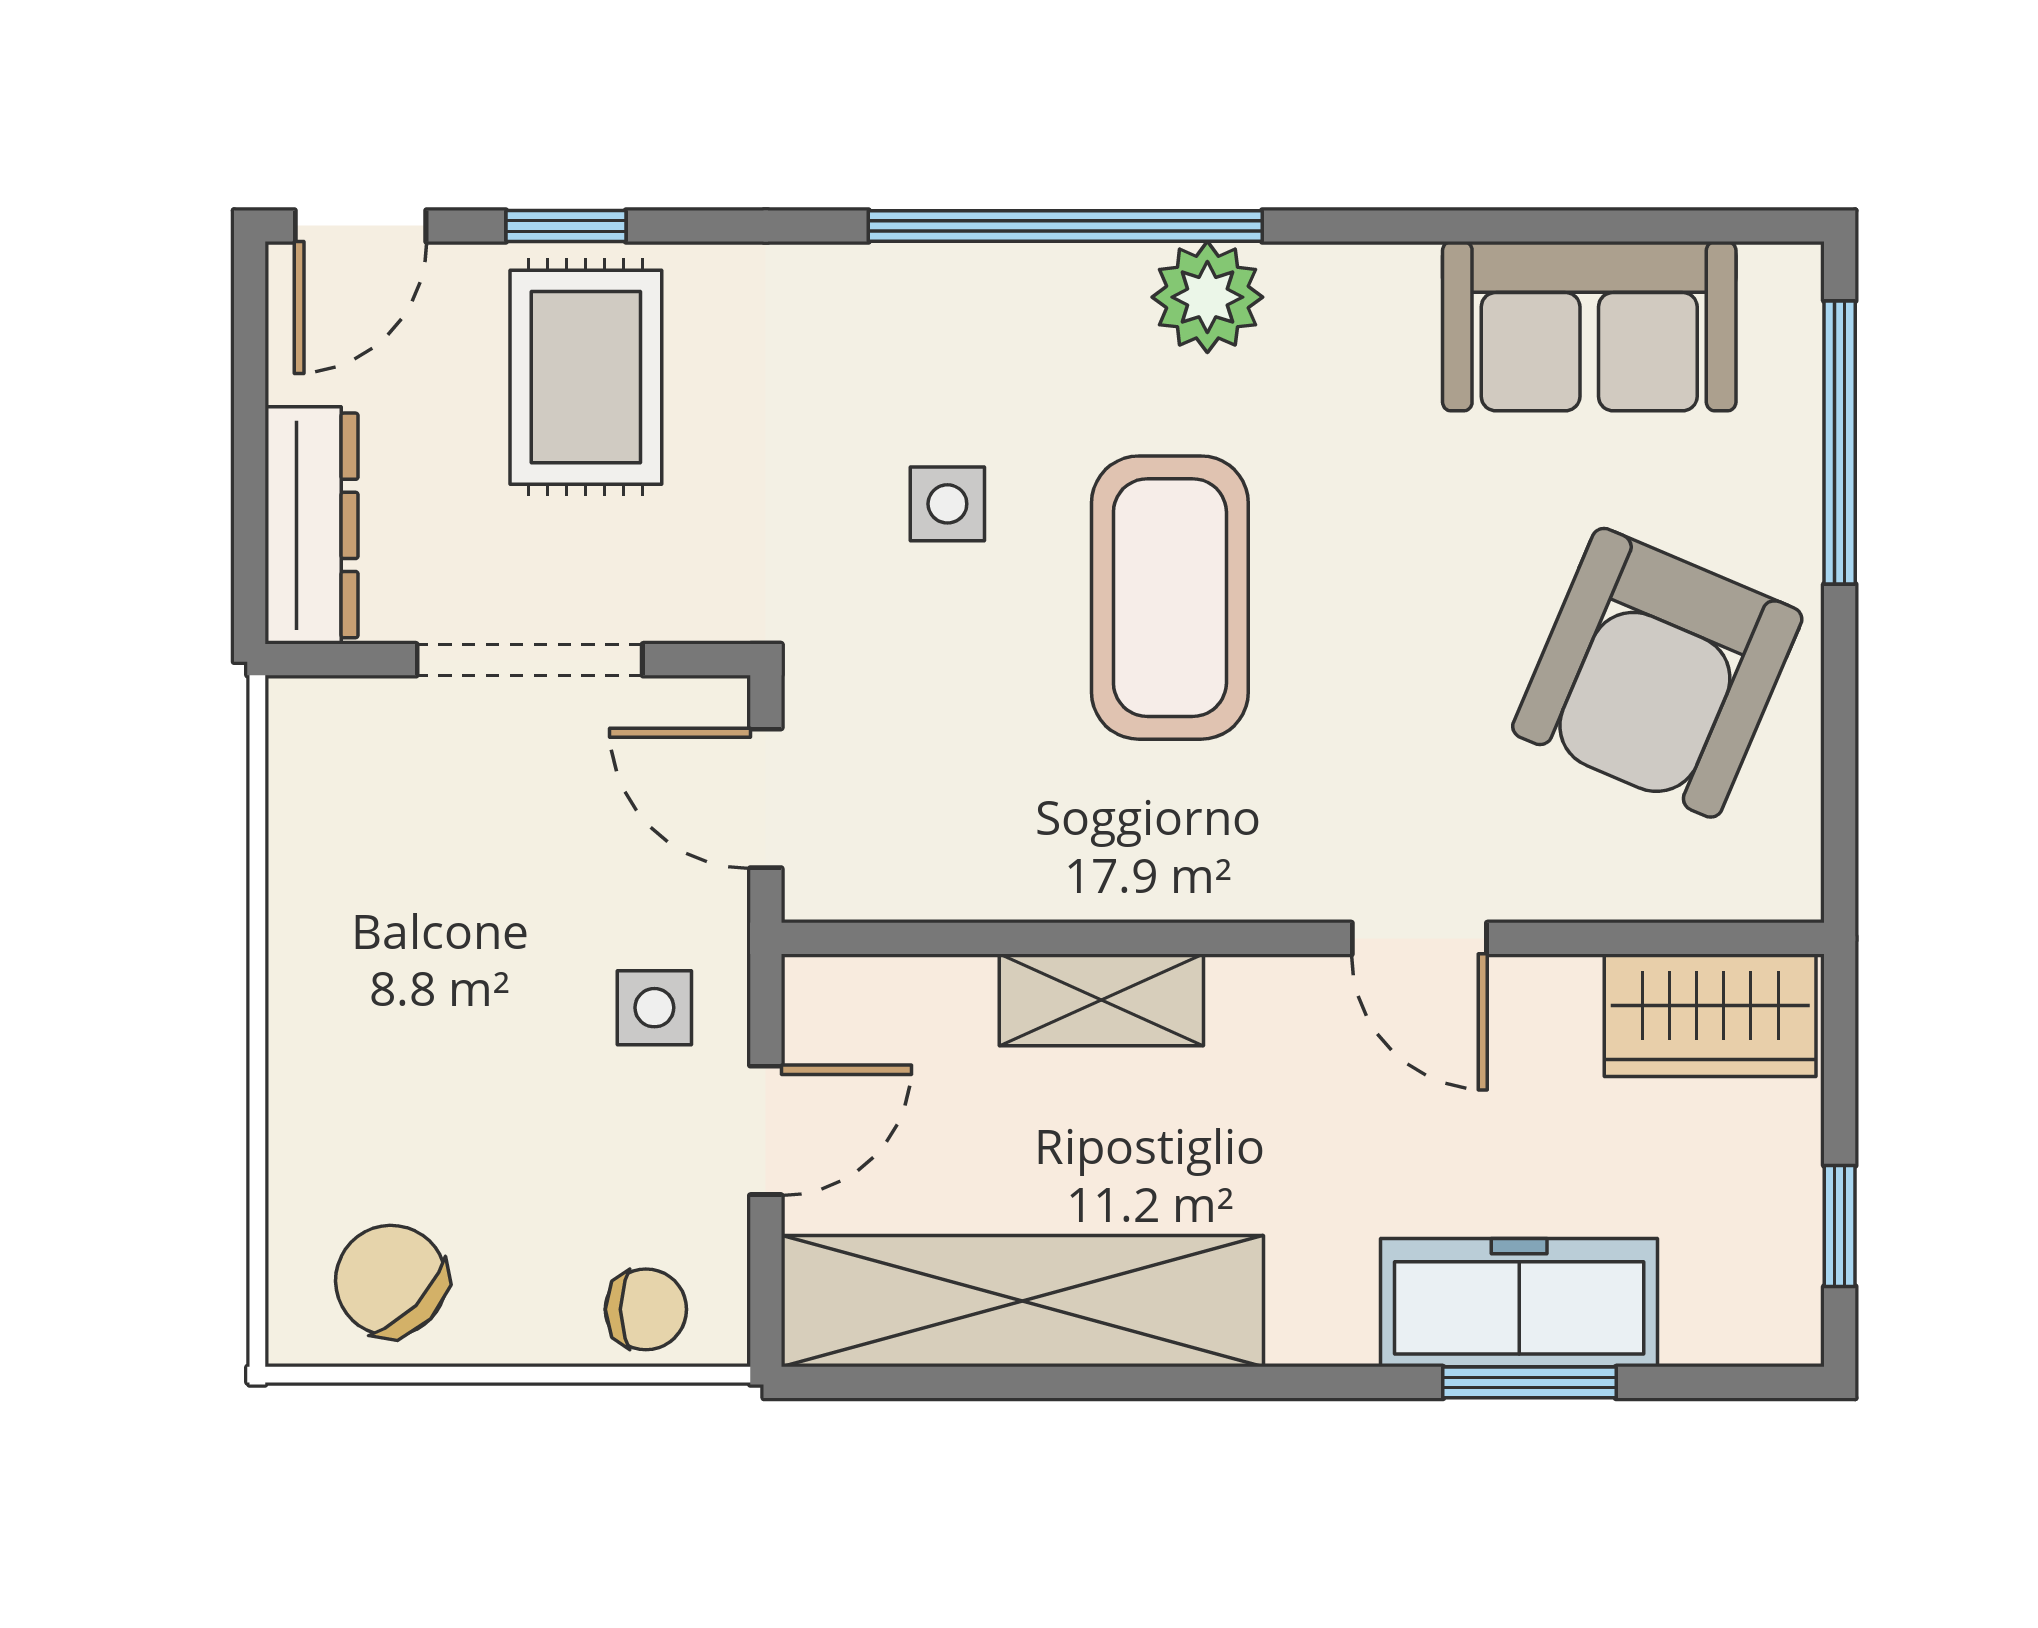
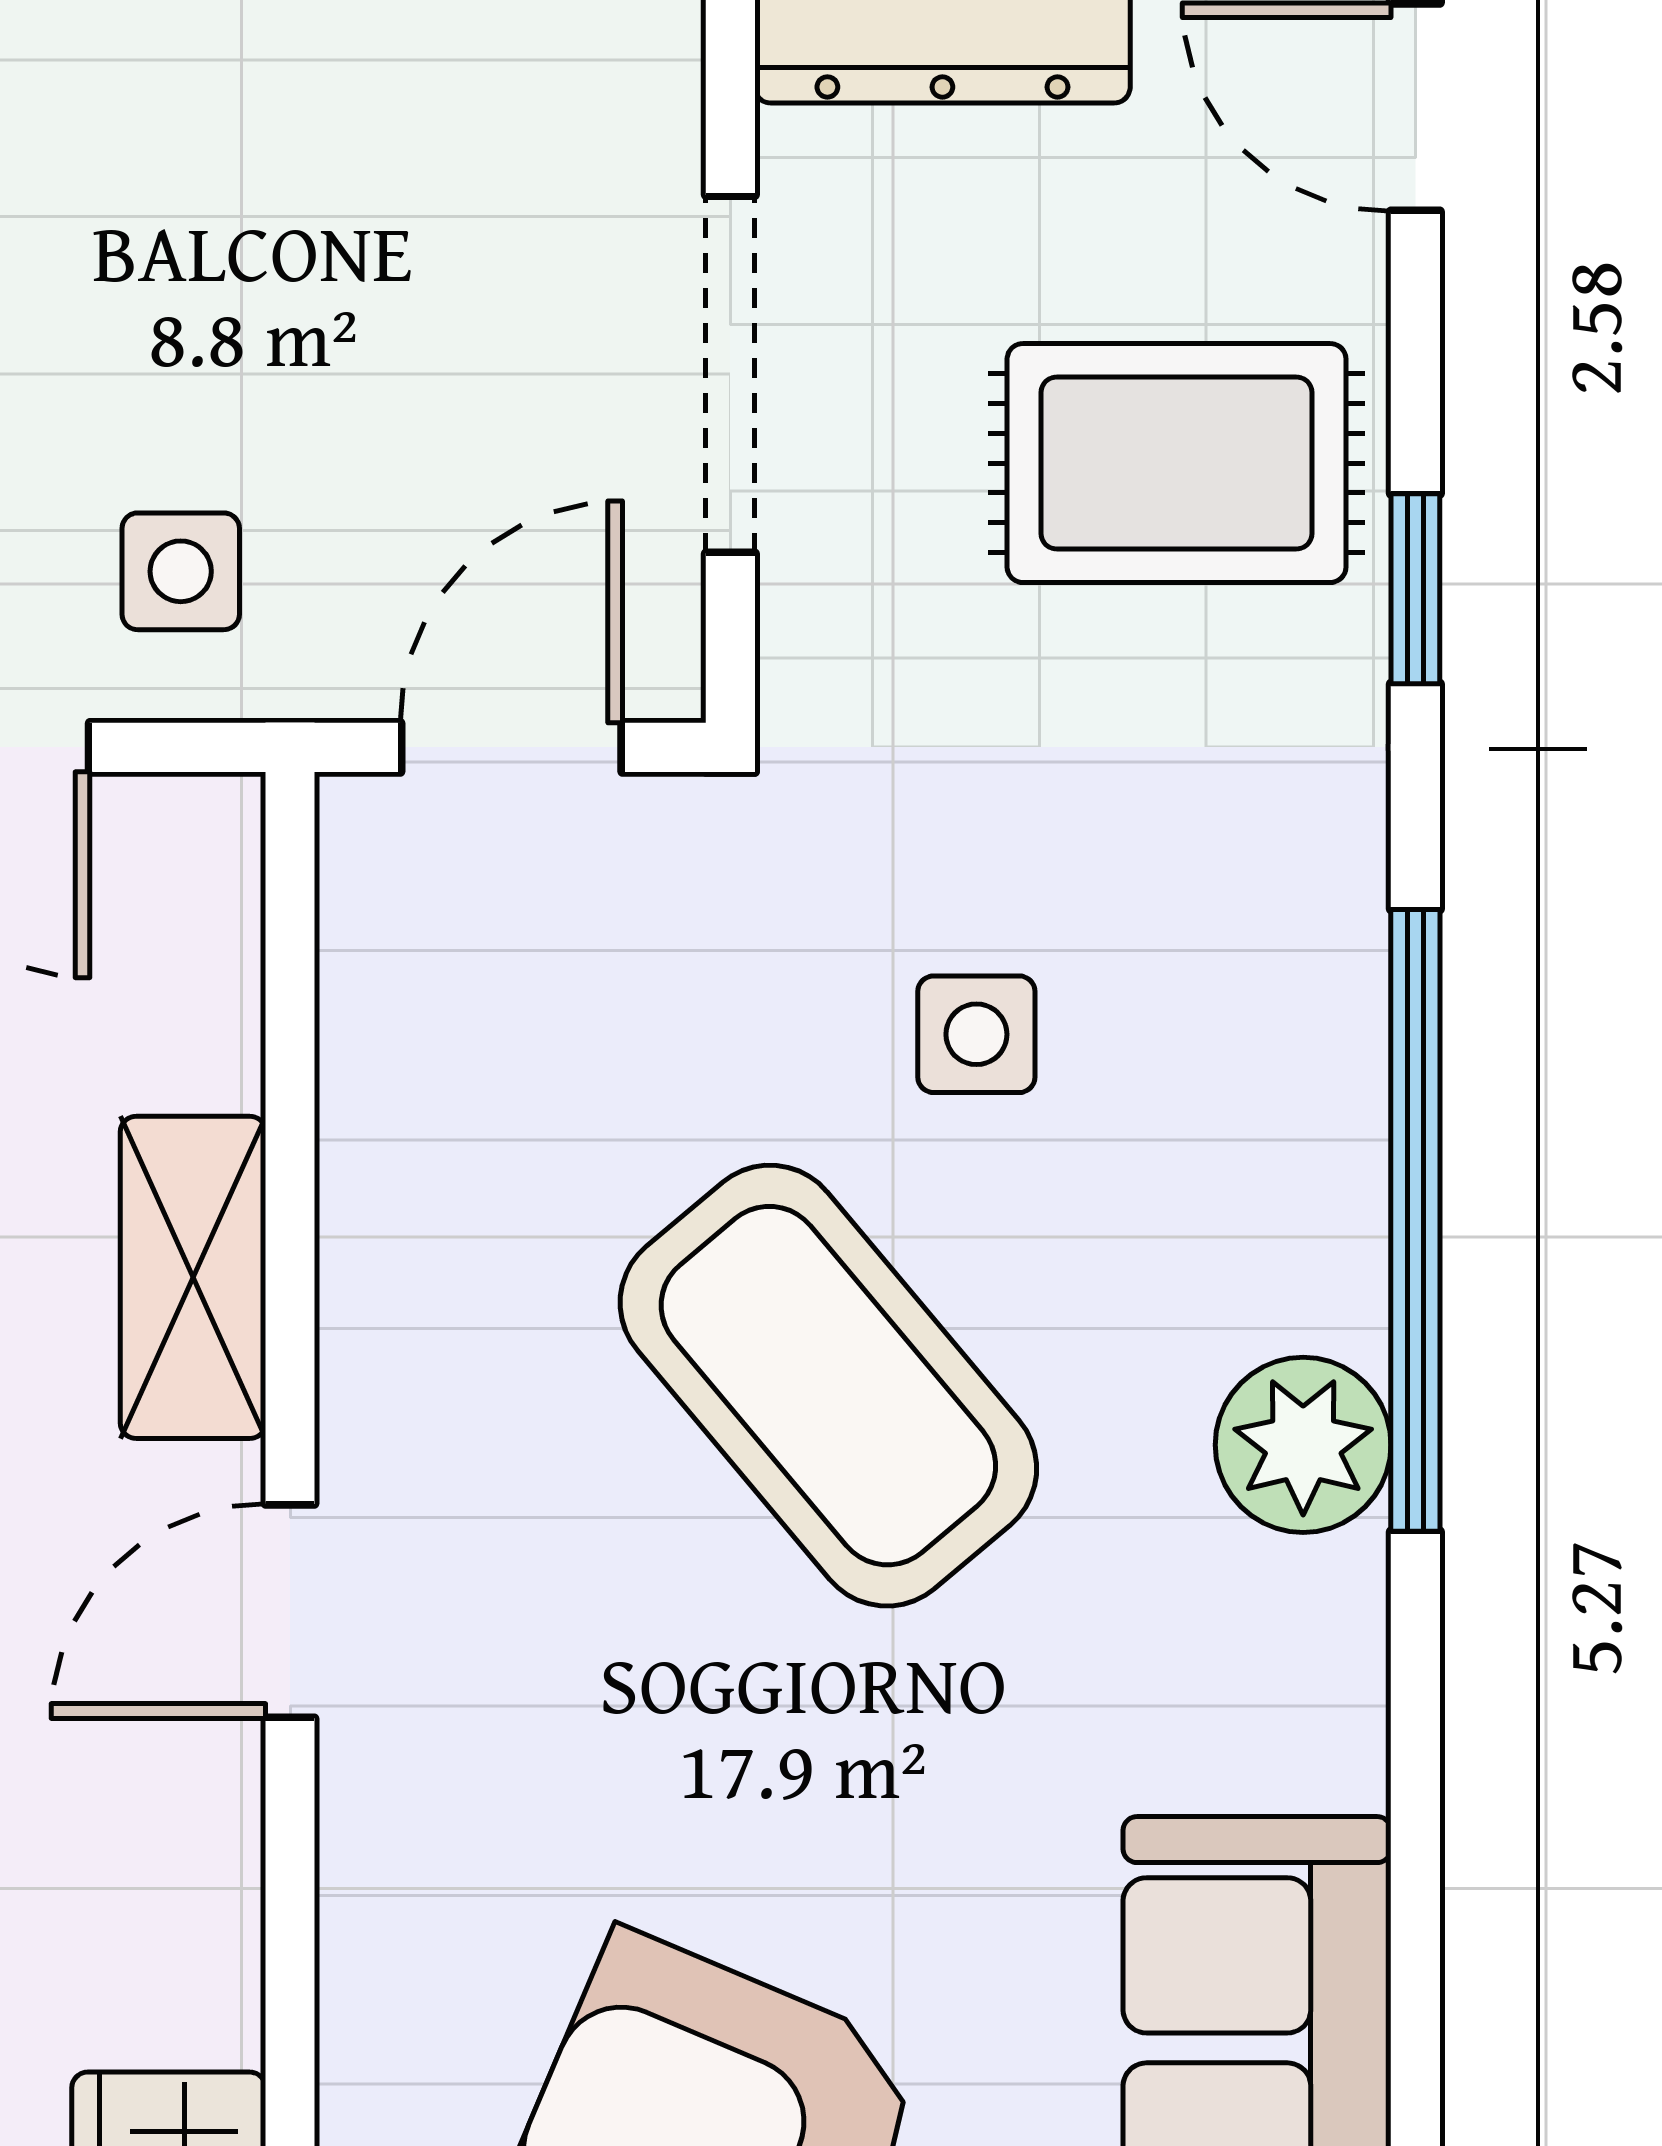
window: (566, 226) -> (1415, 589), moved
coffee table: (1170, 598) -> (828, 1386), turned 50
door: (1419, 938) -> (290, 1611), moved

